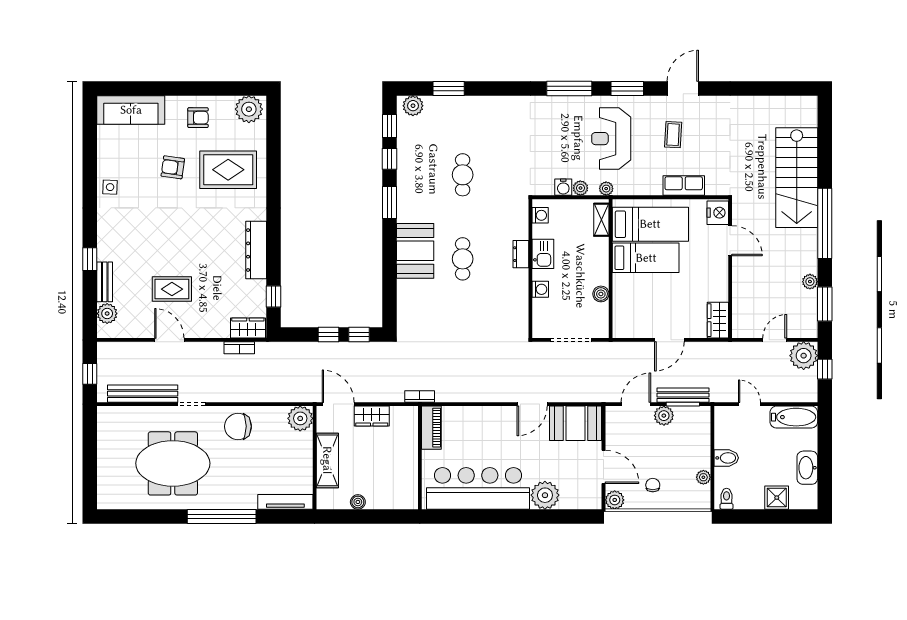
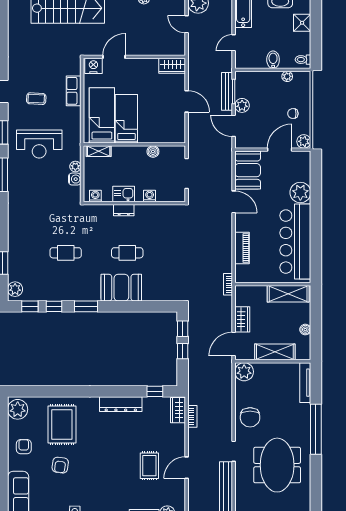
plant: (606, 189) -> (76, 148), removed
piano: (431, 428) -> (242, 248), moved, turned 90
shelving: (407, 479) -> (288, 294), added

